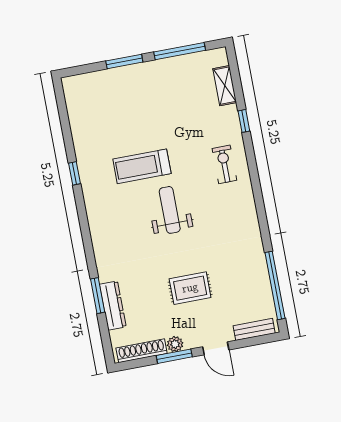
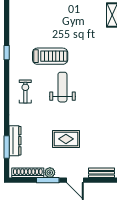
exercise bike: (224, 164) -> (25, 91), moved
treadmill: (142, 166) -> (50, 56), turned 180
window: (98, 296) -> (7, 147), moved

